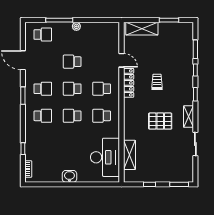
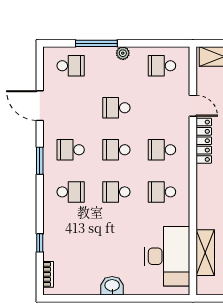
school desk: (102, 35) -> (162, 66), added
school desk: (43, 89) -> (71, 150), turned 180

